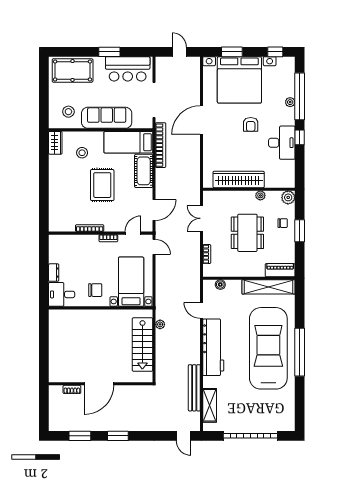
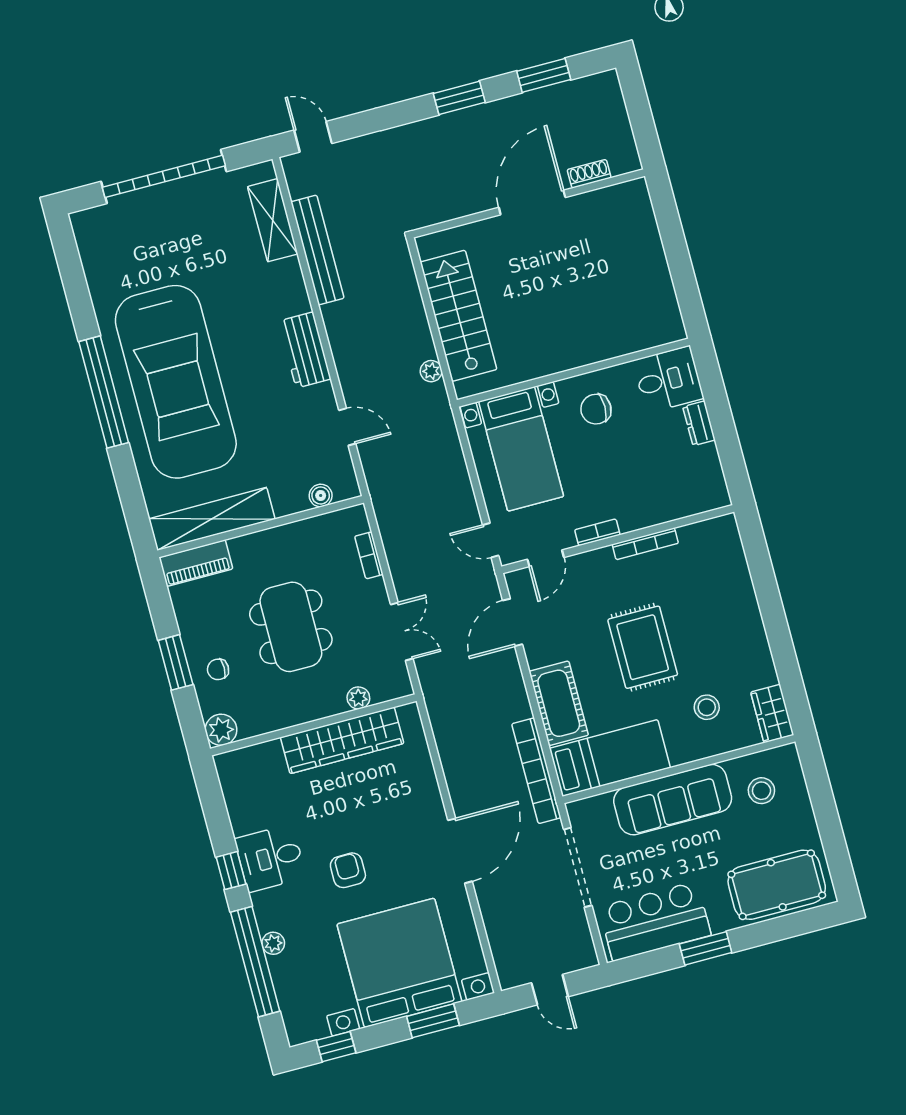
desk: (282, 143) -> (270, 858), width x0.73
plant: (260, 195) -> (358, 698), moved
workbench: (213, 347) -> (305, 350), width x0.53, depth x0.76

